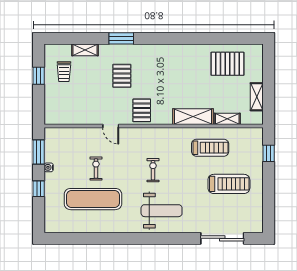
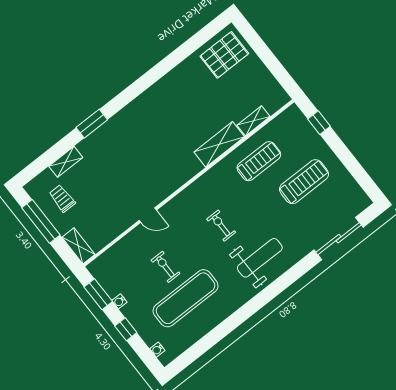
pallet: (227, 64) -> (224, 55), moved
trolley: (64, 72) -> (62, 198), turned 180
window: (39, 76) -> (41, 221), width x2.17
pallet: (122, 76) -> (120, 159), removed
shelving: (257, 97) -> (78, 246), moved
pallet: (142, 110) -> (165, 177), removed
water cooler: (49, 218) -> (157, 350), added

